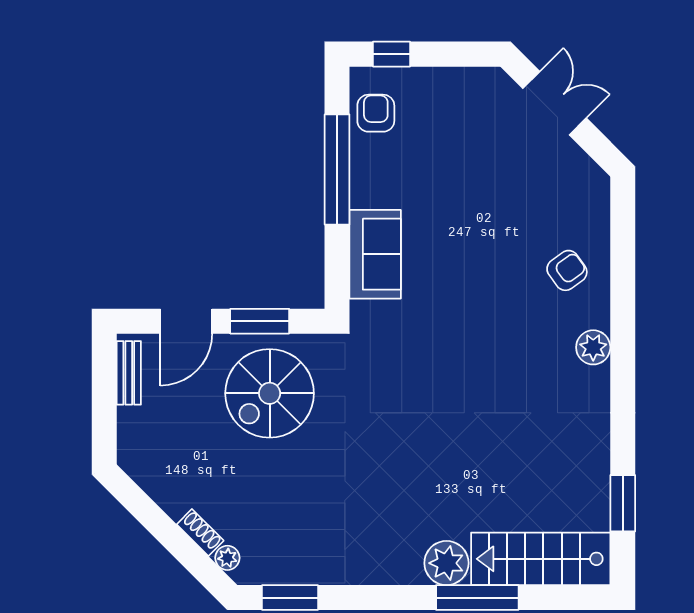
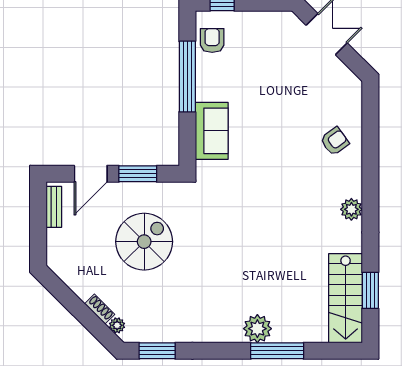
plant: (593, 347) -> (351, 209), moved
spiral stairs: (270, 393) -> (144, 242), moved, turned 180
stairs: (541, 559) -> (346, 298), moved, turned -90

